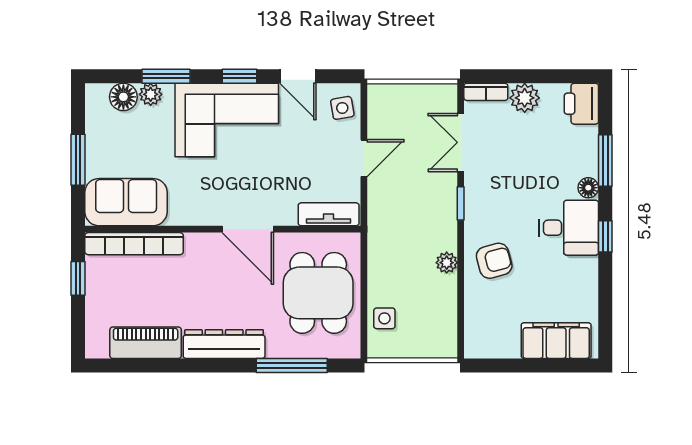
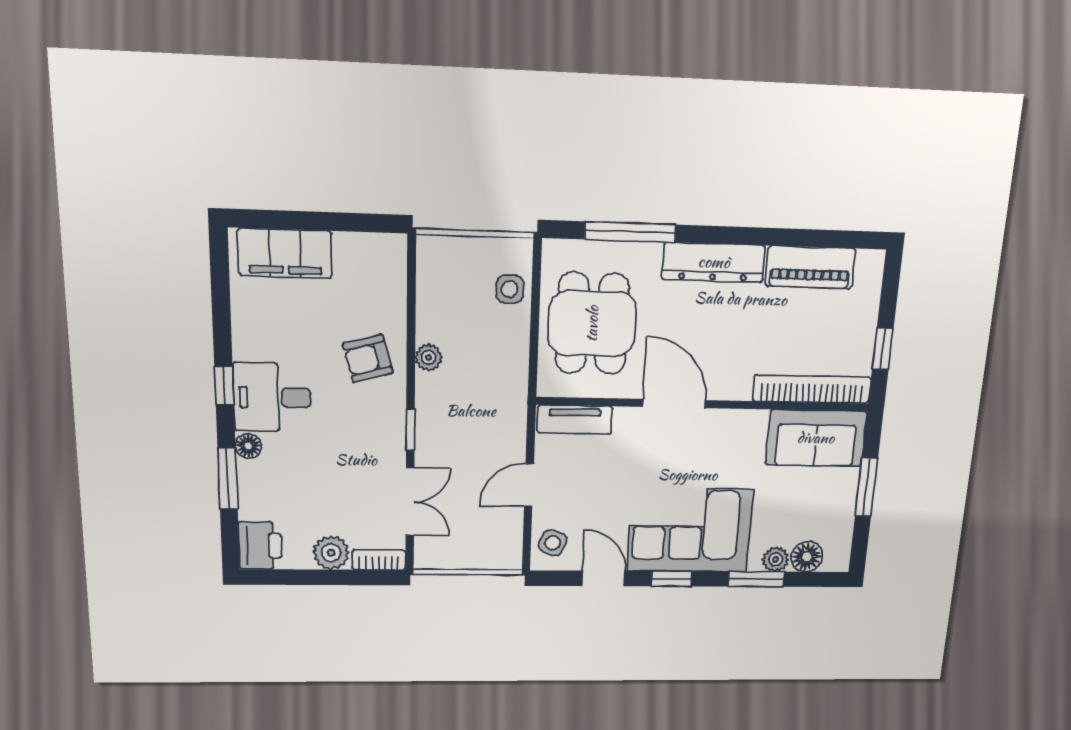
side table: (342, 108) -> (553, 543), turned 32

